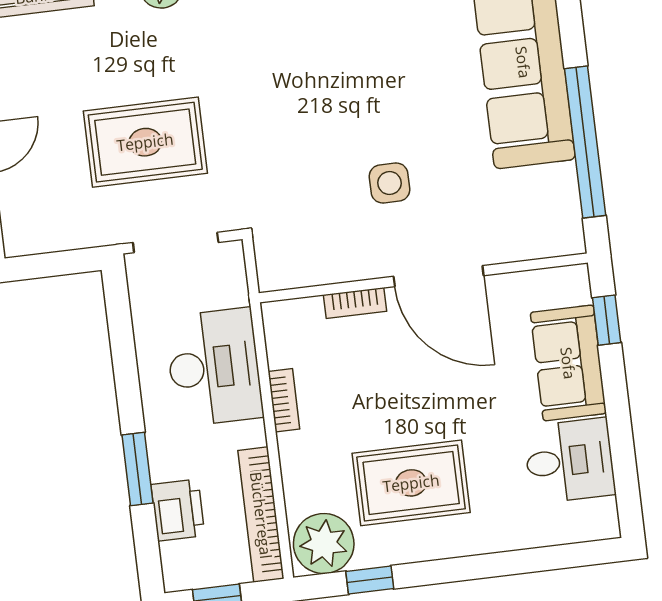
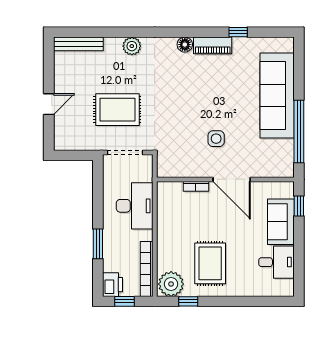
bookcase: (284, 400) -> (162, 223), removed
rug: (411, 483) -> (210, 263), turned 90
printer: (178, 510) -> (113, 285), moved

